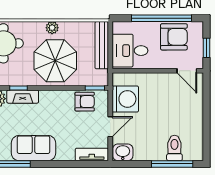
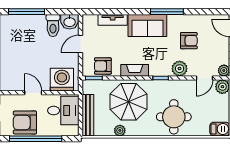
plant: (52, 28) -> (120, 130), moved
door: (187, 71) -> (33, 93), moved
fireplace: (23, 97) -> (135, 70), moved
washing machine: (125, 99) -> (62, 80), moved, turned 90
toilet: (174, 148) -> (53, 25), moved
tv unit: (92, 154) -> (113, 20), moved

